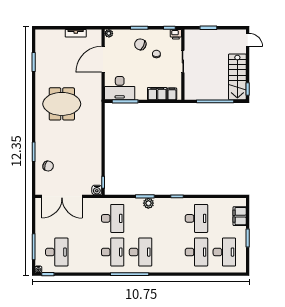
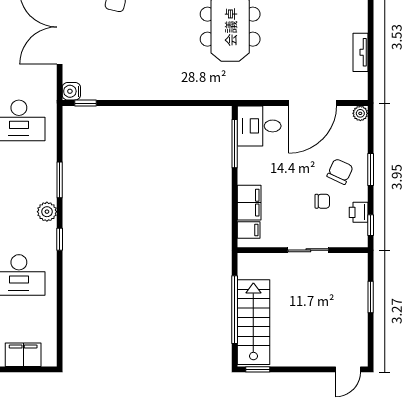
printer: (176, 34) -> (359, 212), moved
door: (103, 59) -> (313, 103), swing flipped
stairs: (237, 77) -> (253, 322), moved, turned 90
desk: (120, 88) -> (259, 126), width x0.73
plant: (148, 203) -> (47, 212), moved

